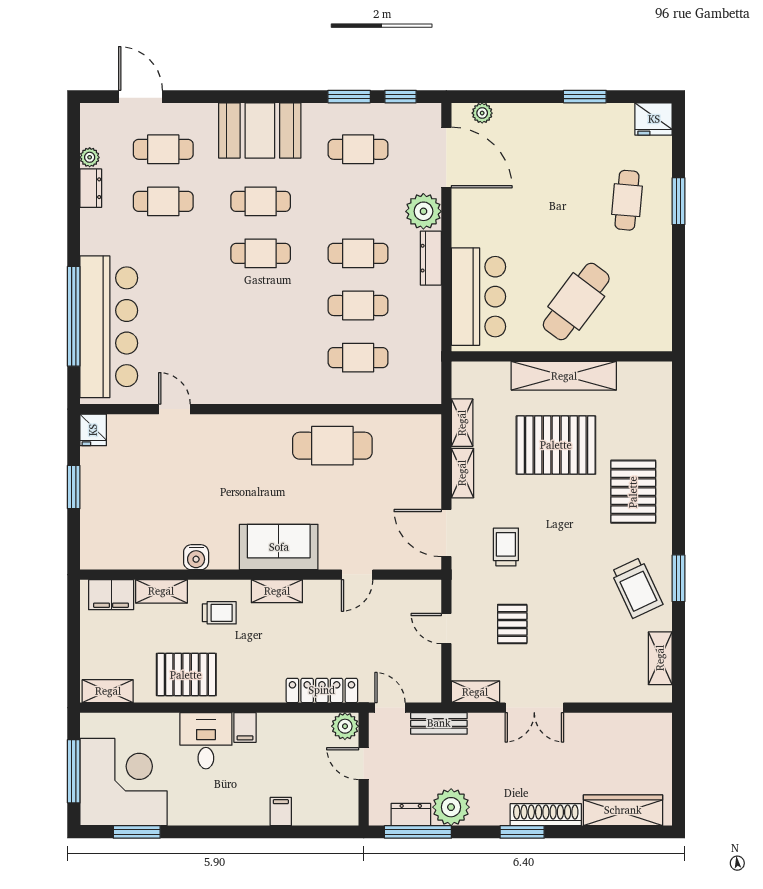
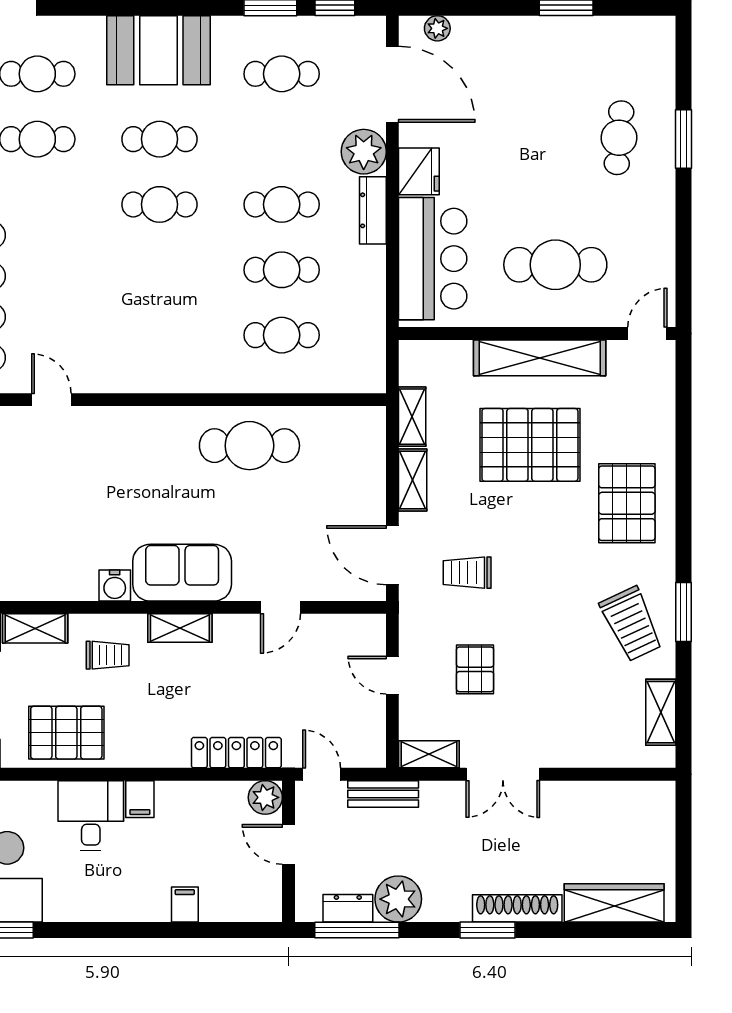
fridge: (654, 119) -> (419, 171), moved, turned -90
cafe table: (576, 301) -> (555, 265), turned 53
door: (650, 356) -> (647, 334), added
trolley: (506, 547) -> (467, 573), turned -90
water cooler: (196, 557) -> (115, 585), moved

